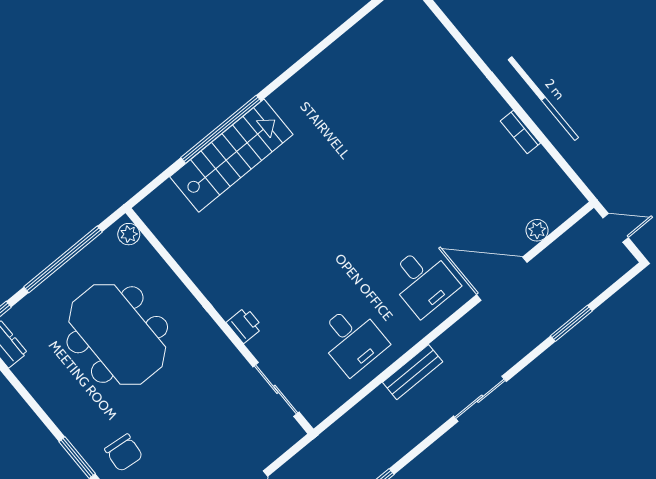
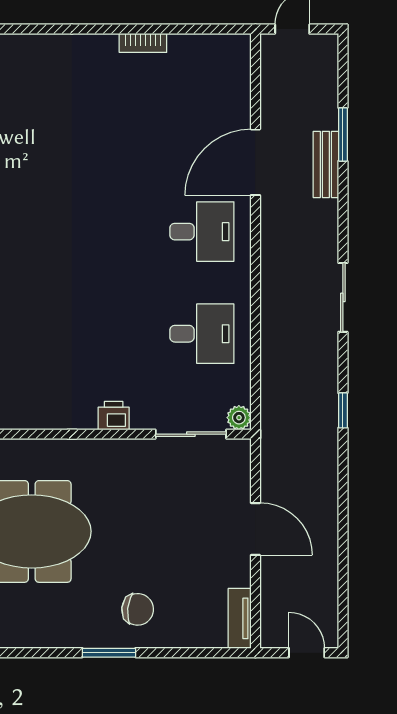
plant: (537, 230) -> (239, 418), moved
bench: (413, 372) -> (326, 164), moved
sliding door: (480, 399) -> (343, 297), moved

